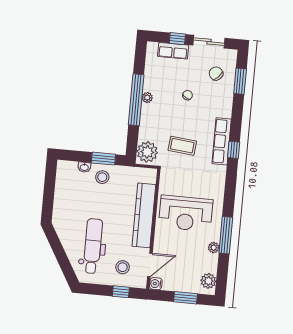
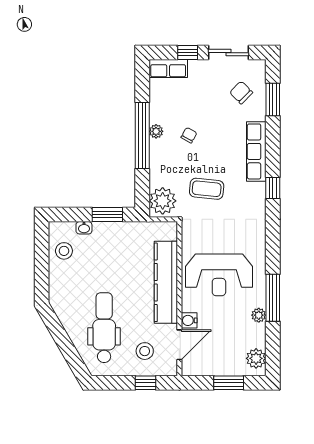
row of seats: (173, 51) -> (168, 69), moved
chair: (188, 95) -> (189, 135), moved
row of seats: (222, 141) -> (256, 151), moved
stool: (102, 177) -> (64, 251), moved
water cooler: (156, 284) -> (189, 320), moved

